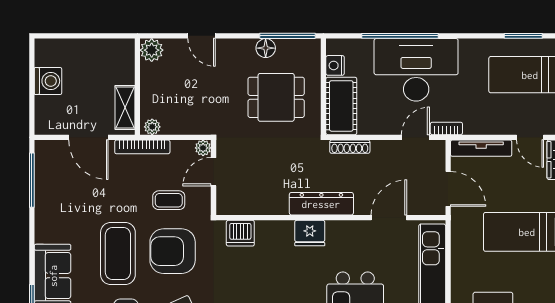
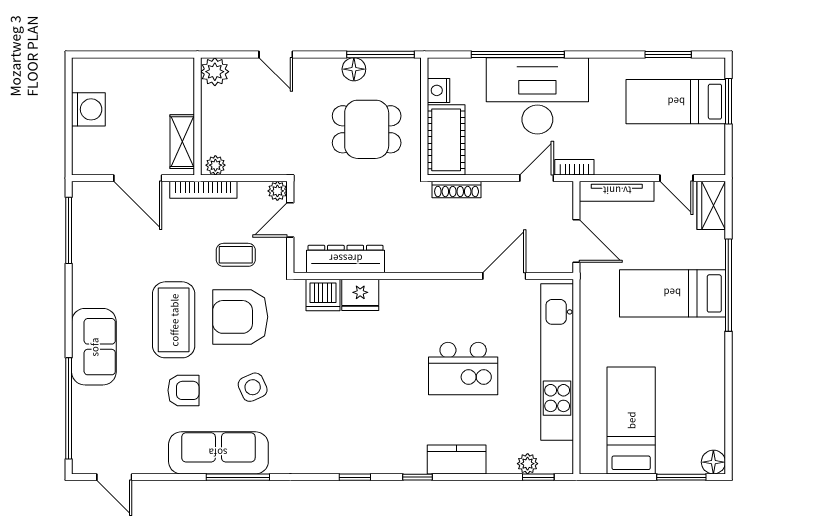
dresser: (321, 204) -> (346, 259), moved
fridge: (310, 233) -> (360, 295), moved

